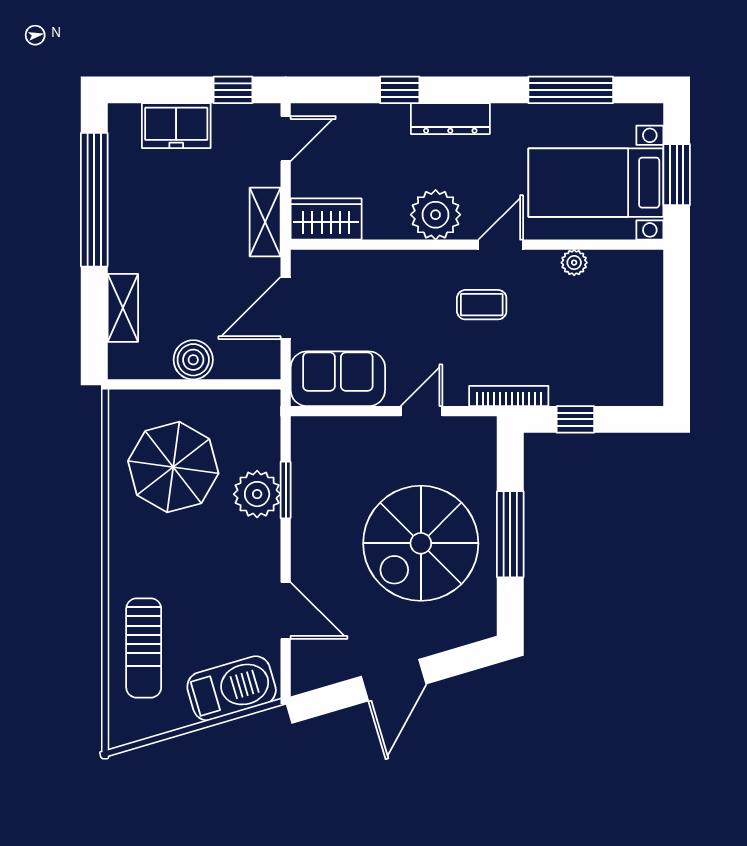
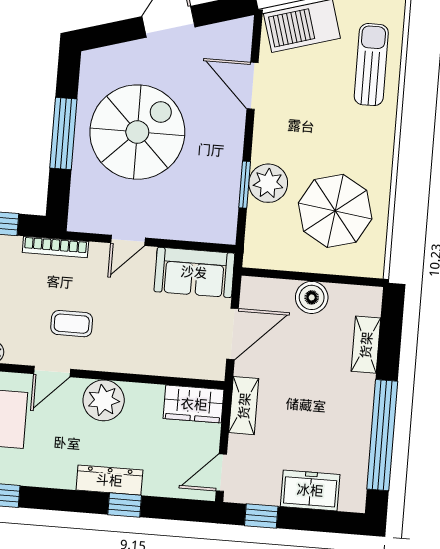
dresser: (450, 119) -> (109, 480), moved

